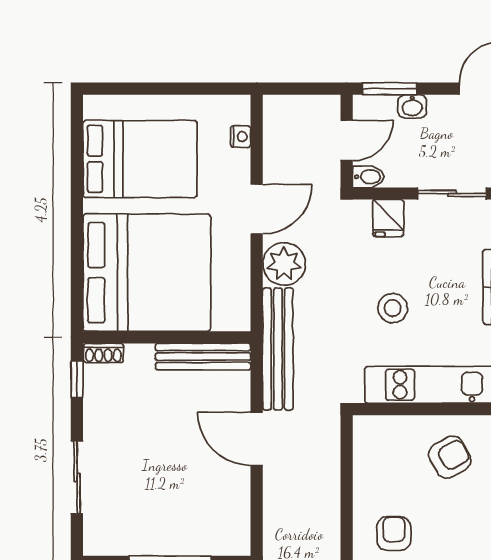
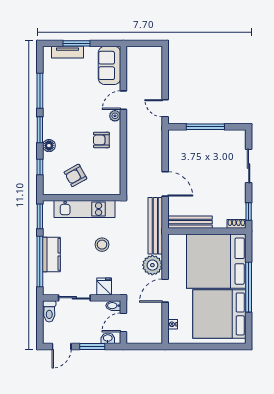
window: (390, 89) -> (92, 347), moved
washbasin: (412, 106) -> (108, 338), moved
bed: (140, 159) -> (219, 314), width x1.36
window: (77, 217) -> (249, 287), added
armchair: (394, 534) -> (101, 140), turned 90

